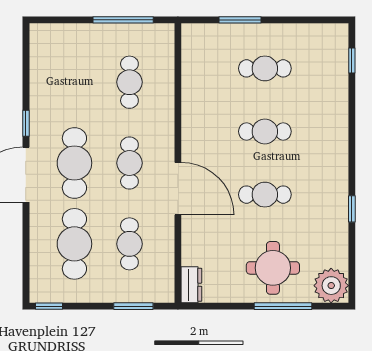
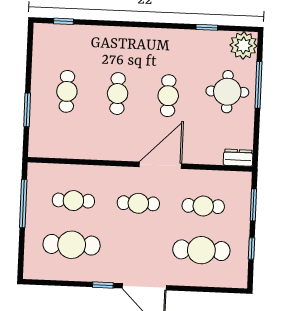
cafe table: (74, 163) -> (72, 245), moved
window: (352, 209) -> (207, 27), moved
window: (49, 306) -> (252, 248), moved

